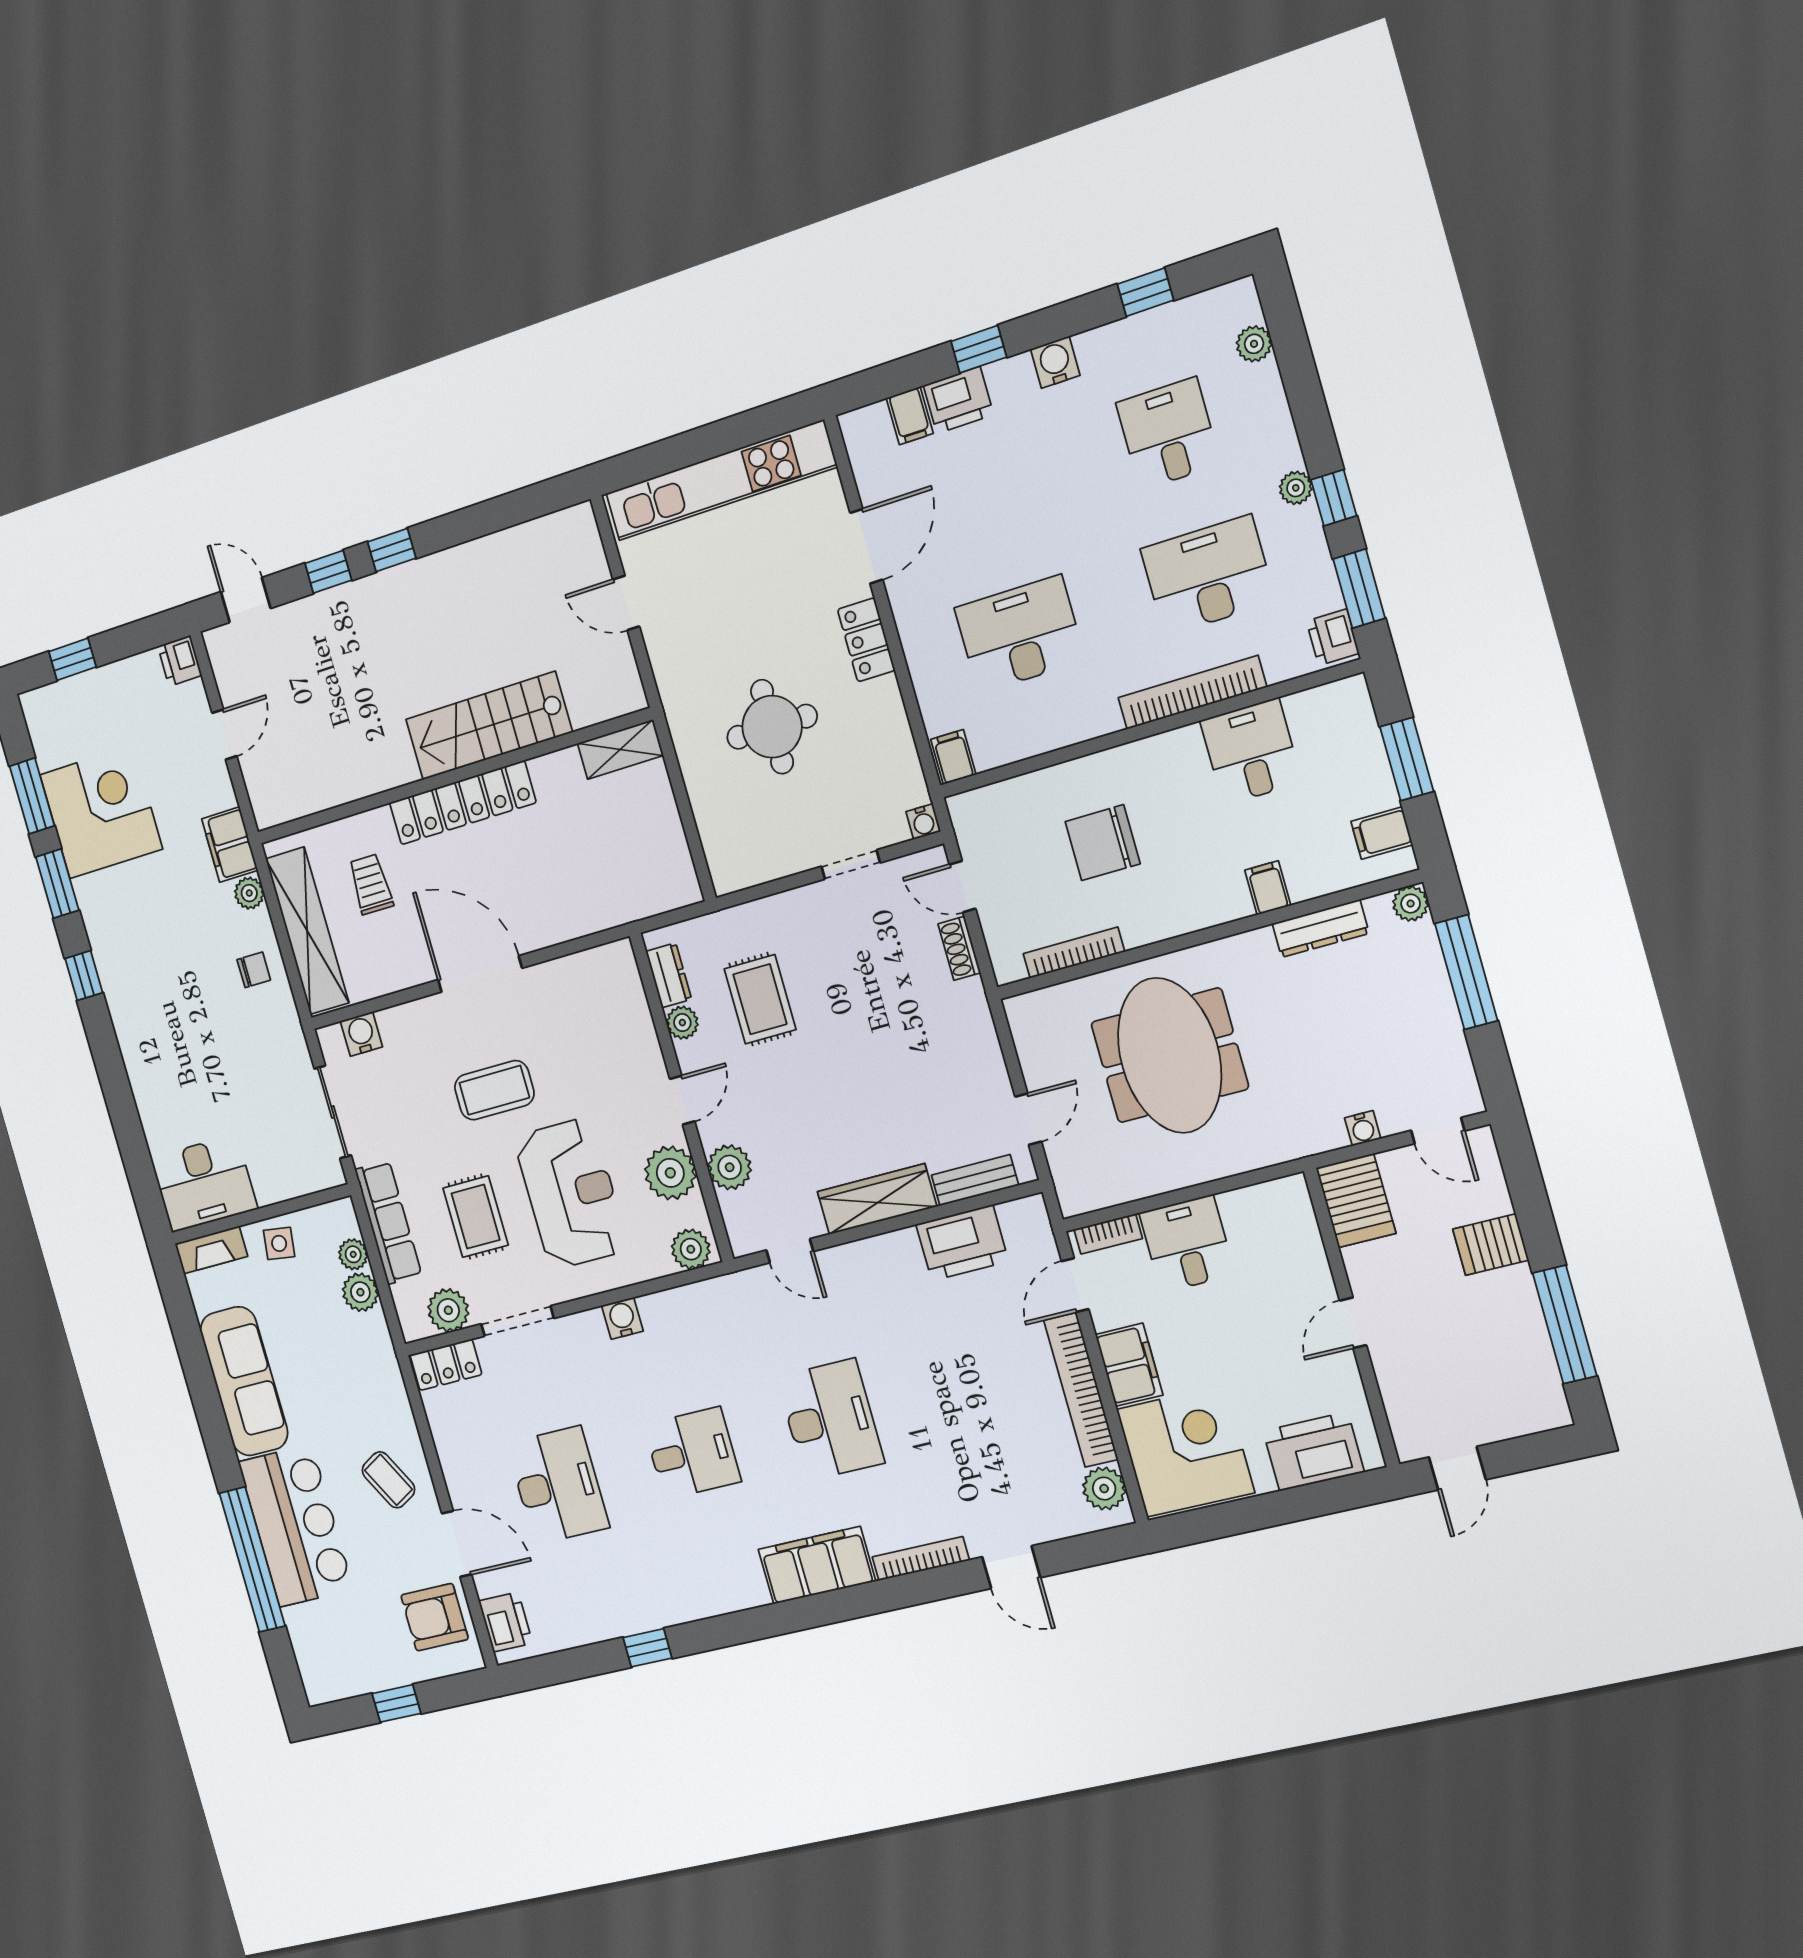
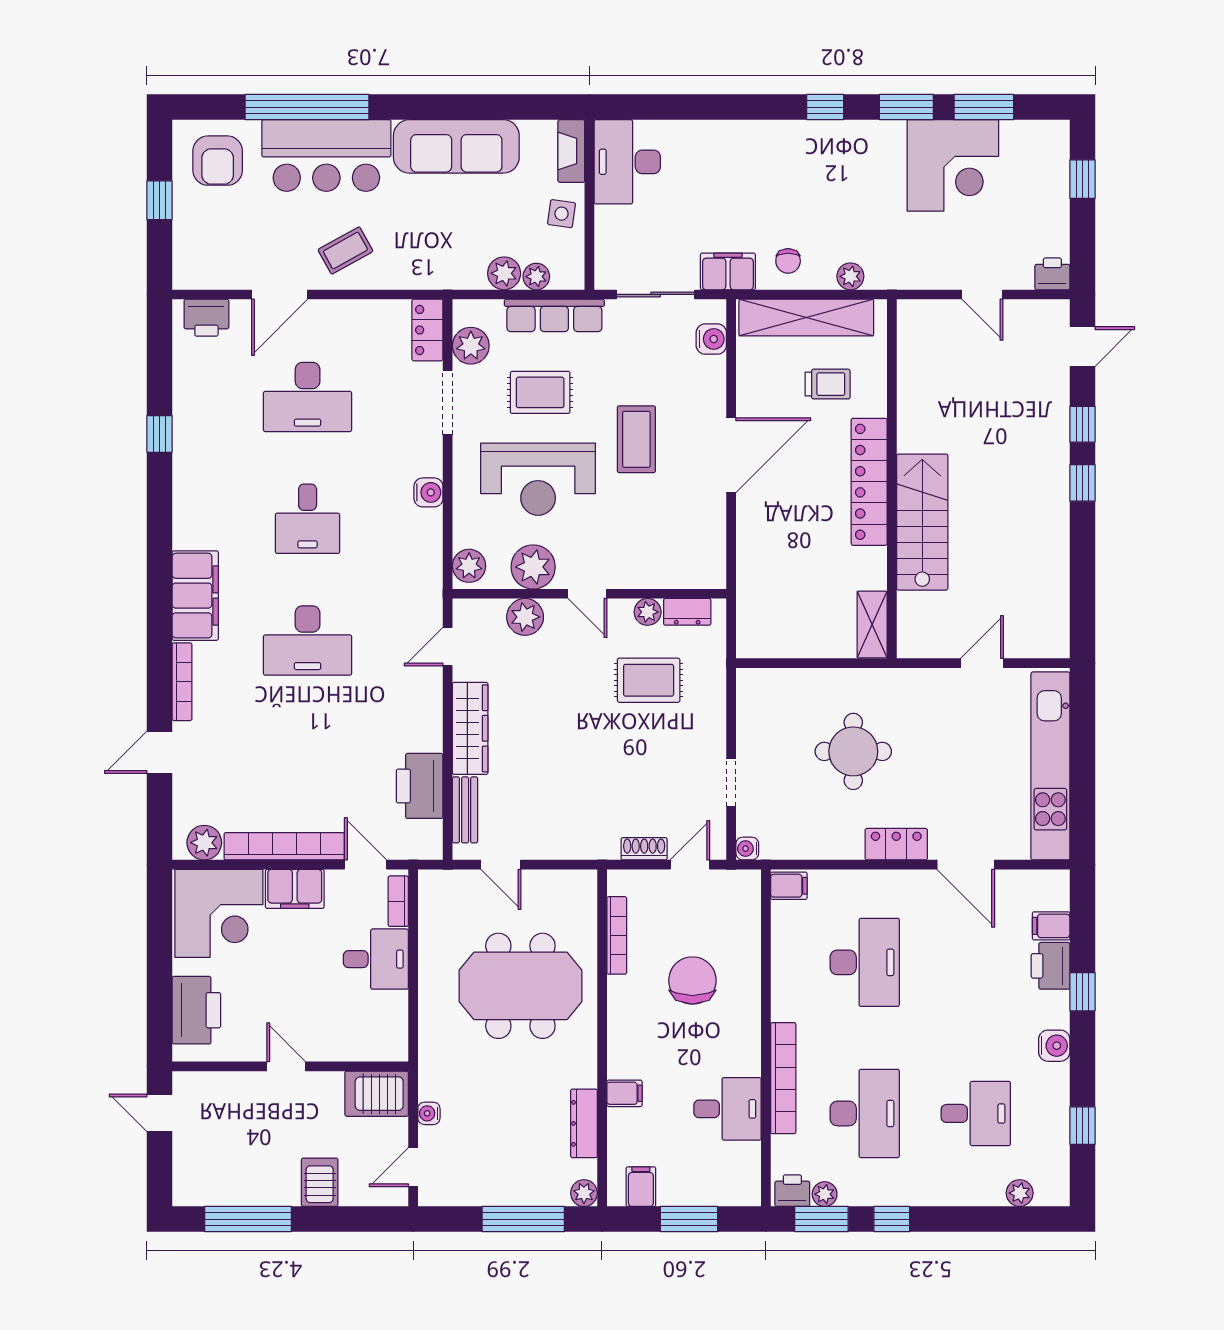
plant: (1296, 488) -> (825, 1194), moved
filing cabinet: (230, 845) -> (728, 271), moved
armchair: (435, 1617) -> (218, 161), moved, turned 180

